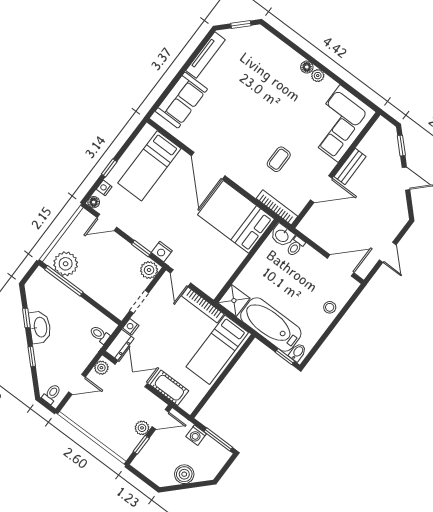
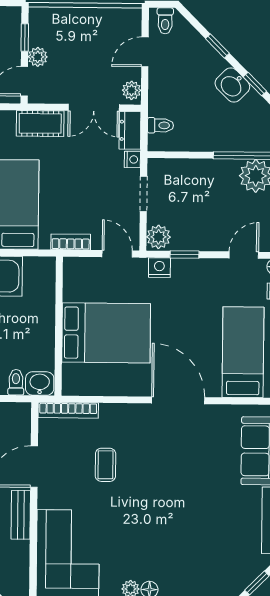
bed: (236, 217) -> (106, 333), moved
shower: (234, 301) -> (40, 272), removed
bookcase: (203, 305) -> (71, 242), width x0.64
washbasin: (40, 327) -> (232, 85), width x0.72

